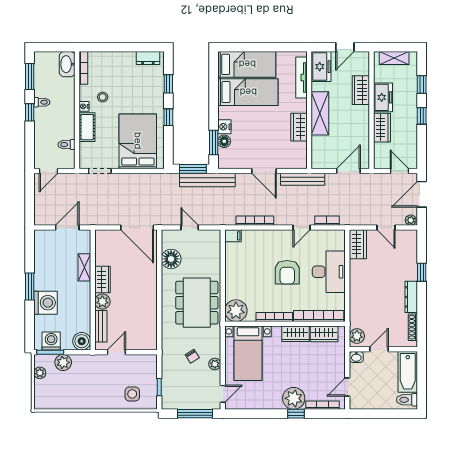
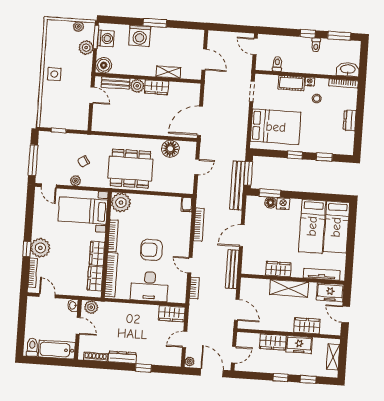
dresser: (148, 58) -> (350, 120), moved
side table: (132, 394) -> (54, 74), moved

